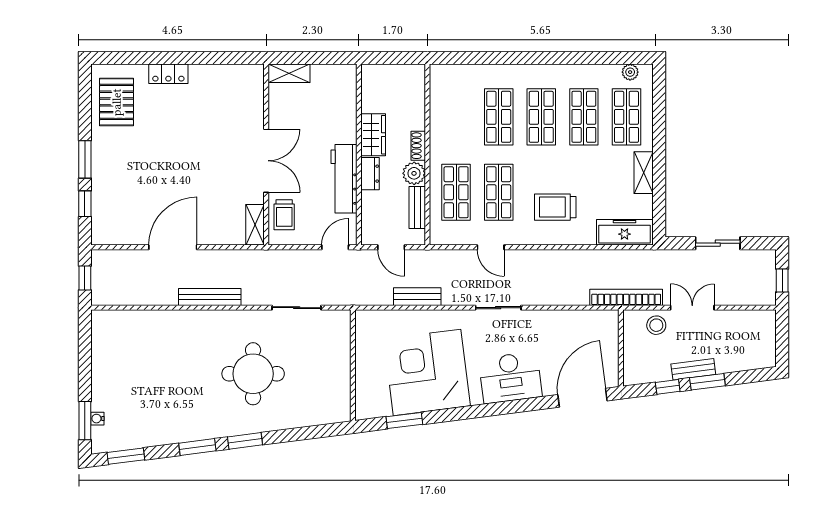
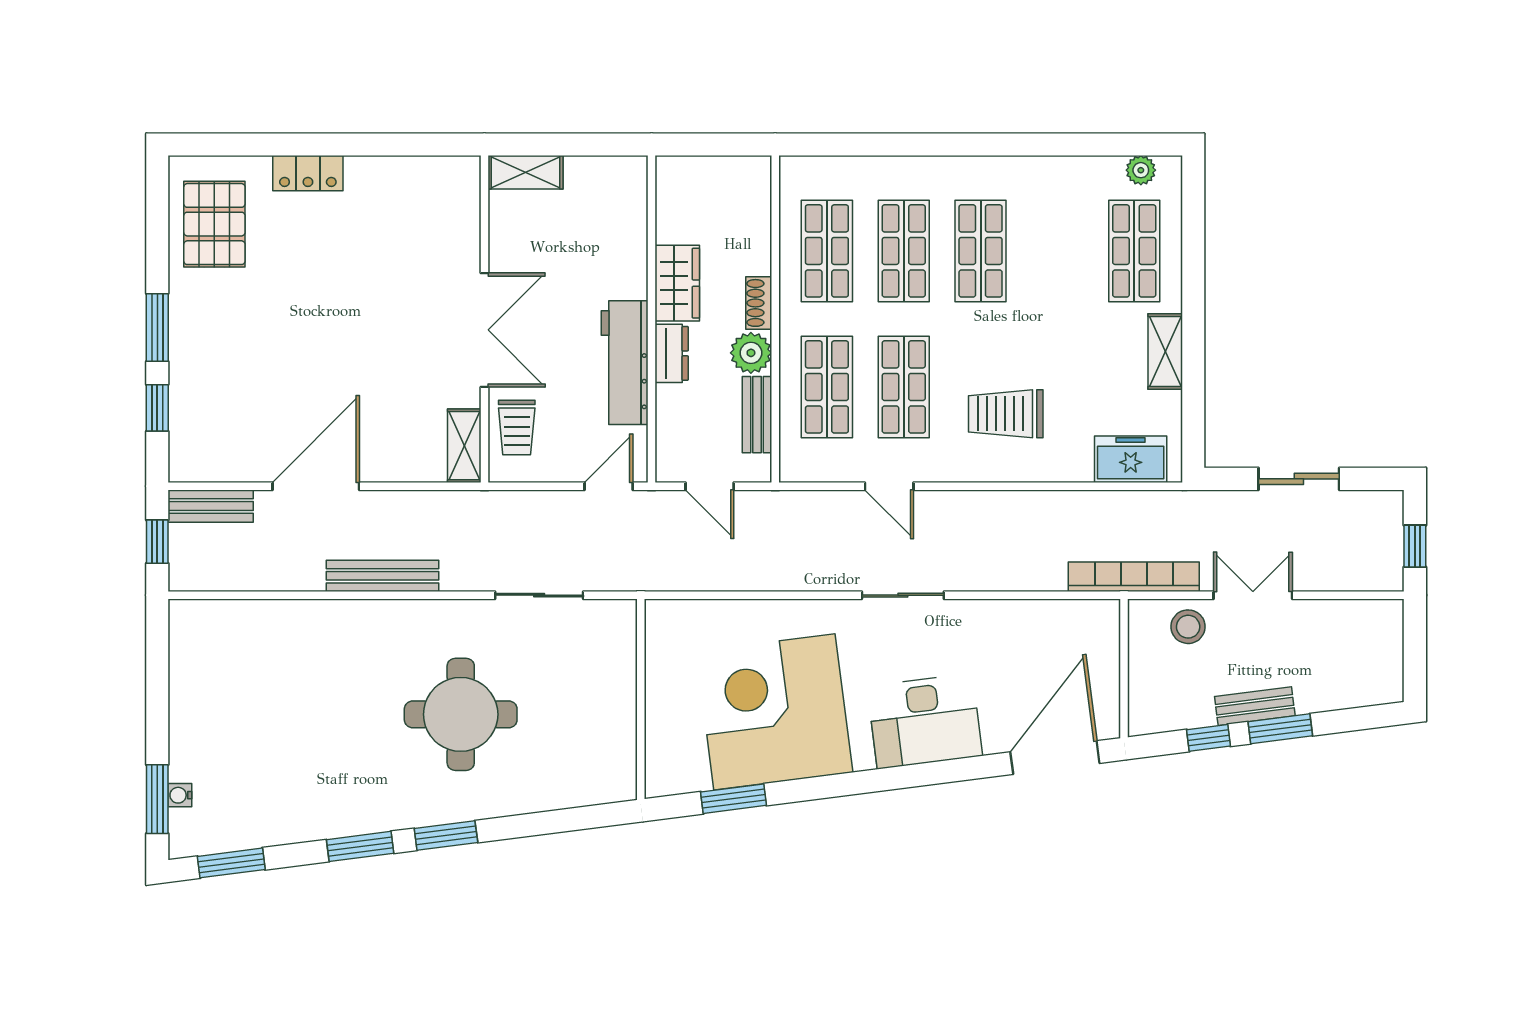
shop shelf: (584, 117) -> (827, 251), moved
freezer: (624, 232) -> (1131, 459), width x0.71
bench: (417, 297) -> (211, 506), moved

